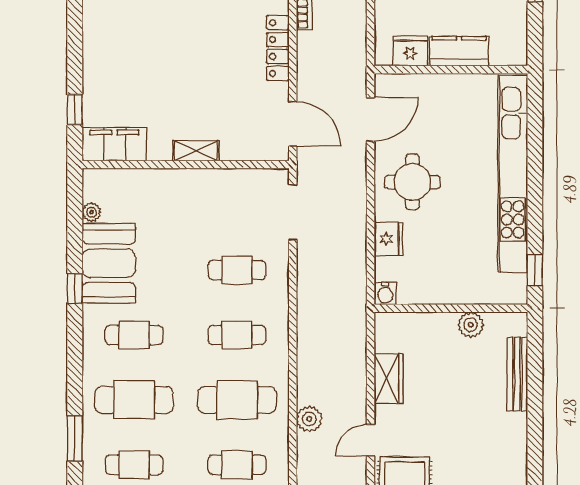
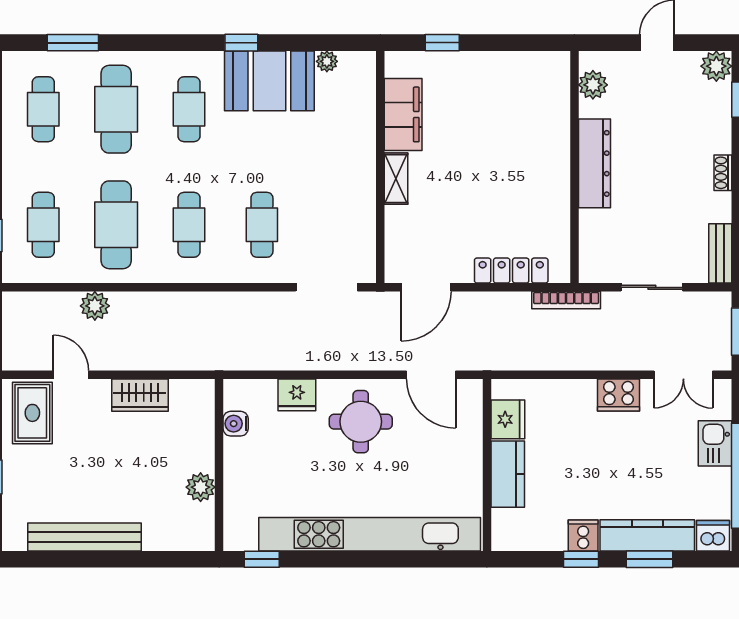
filing cabinet: (114, 144) -> (403, 114), moved
water cooler: (385, 293) -> (236, 424), moved
bench: (517, 374) -> (85, 537), moved, width x1.37, depth x1.21

